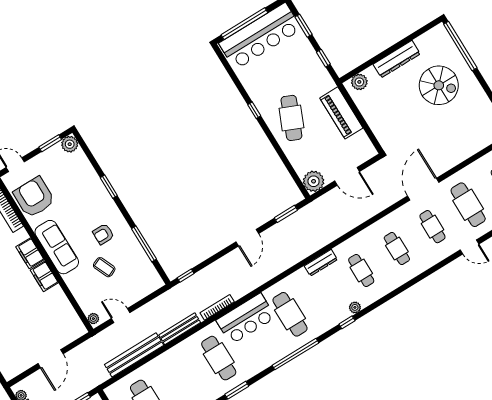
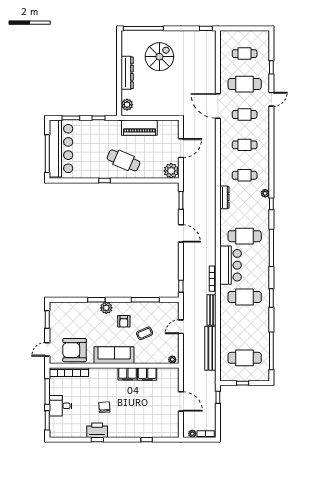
plant: (70, 144) -> (106, 308), moved
filing cabinet: (30, 253) -> (147, 374), moved
door: (121, 316) -> (181, 327), moved

